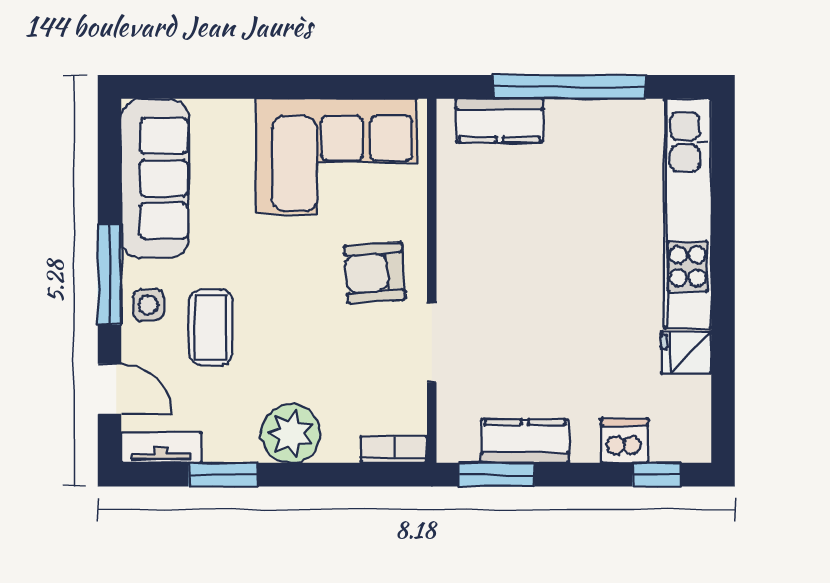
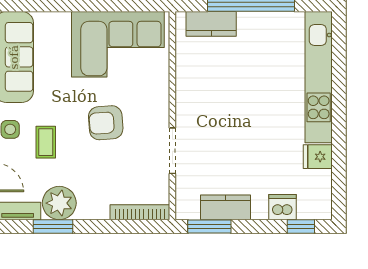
armchair: (375, 273) -> (106, 123), moved
coffee table: (211, 327) -> (46, 142), width x0.73, depth x0.77
plant: (291, 434) -> (59, 203), moved
bookcase: (394, 450) -> (140, 212), width x1.56

